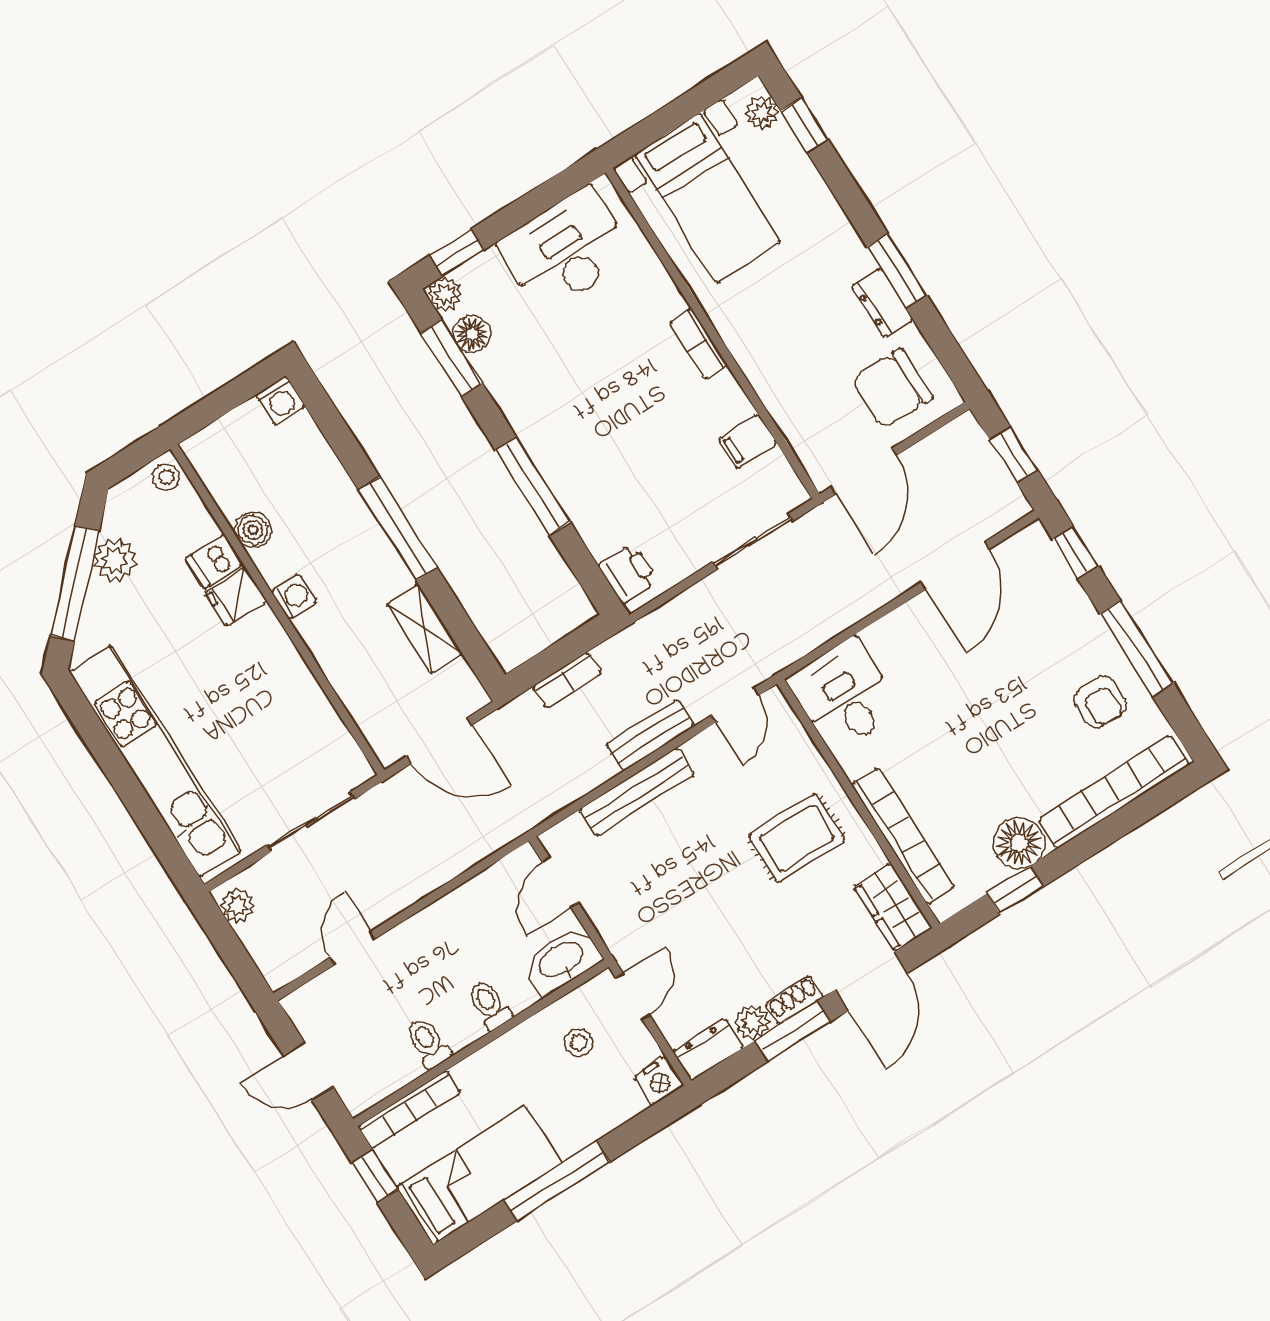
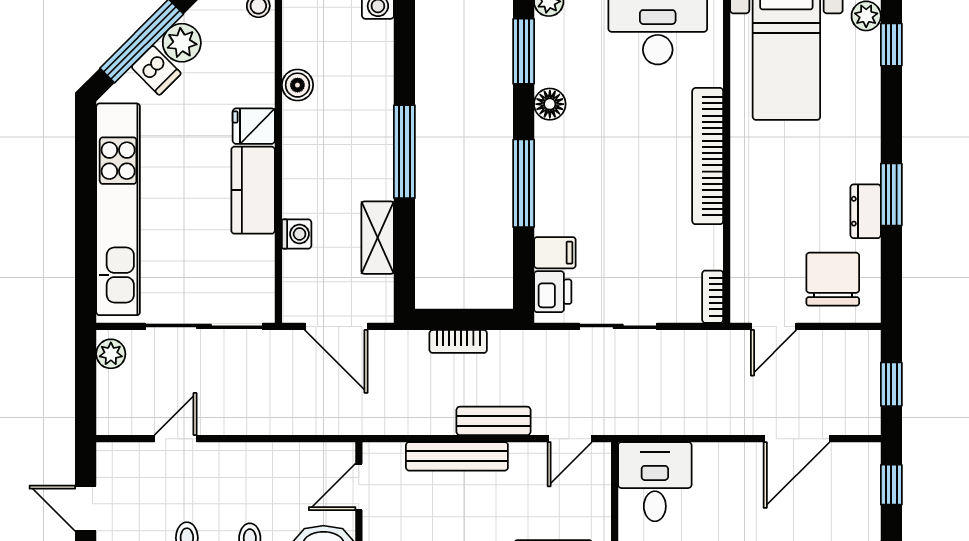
floor lamp: (472, 334) -> (550, 104), moved
bookcase: (698, 344) -> (708, 156), width x2.31, depth x1.31
chair: (892, 389) -> (833, 279), turned 90
filing cabinet: (748, 441) -> (555, 253), moved, turned 180
door: (864, 471) -> (774, 326), width x0.73
bookcase: (786, 480) -> (713, 297), added
sliding door: (753, 542) -> (618, 326), moved
dishwasher: (214, 561) -> (156, 70), moved, turned -135
washing machine: (294, 597) -> (297, 234), moved
kitchen counter: (275, 659) -> (253, 190), added
sliding door: (311, 822) -> (204, 326), width x1.37

